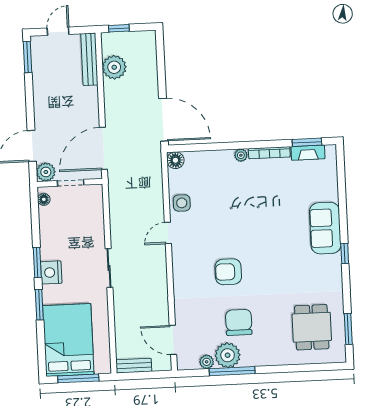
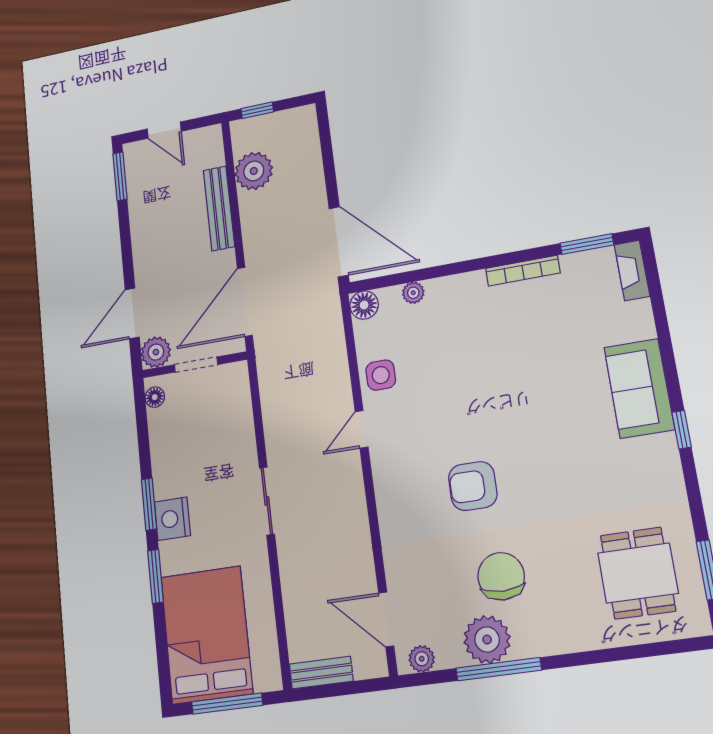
door: (58, 31) -> (164, 130), swing flipped
bench: (89, 59) -> (219, 208), moved
fireplace: (308, 153) -> (632, 270), moved, turned 90
plant: (241, 155) -> (413, 293), moved
plant: (207, 362) -> (422, 659), moved

